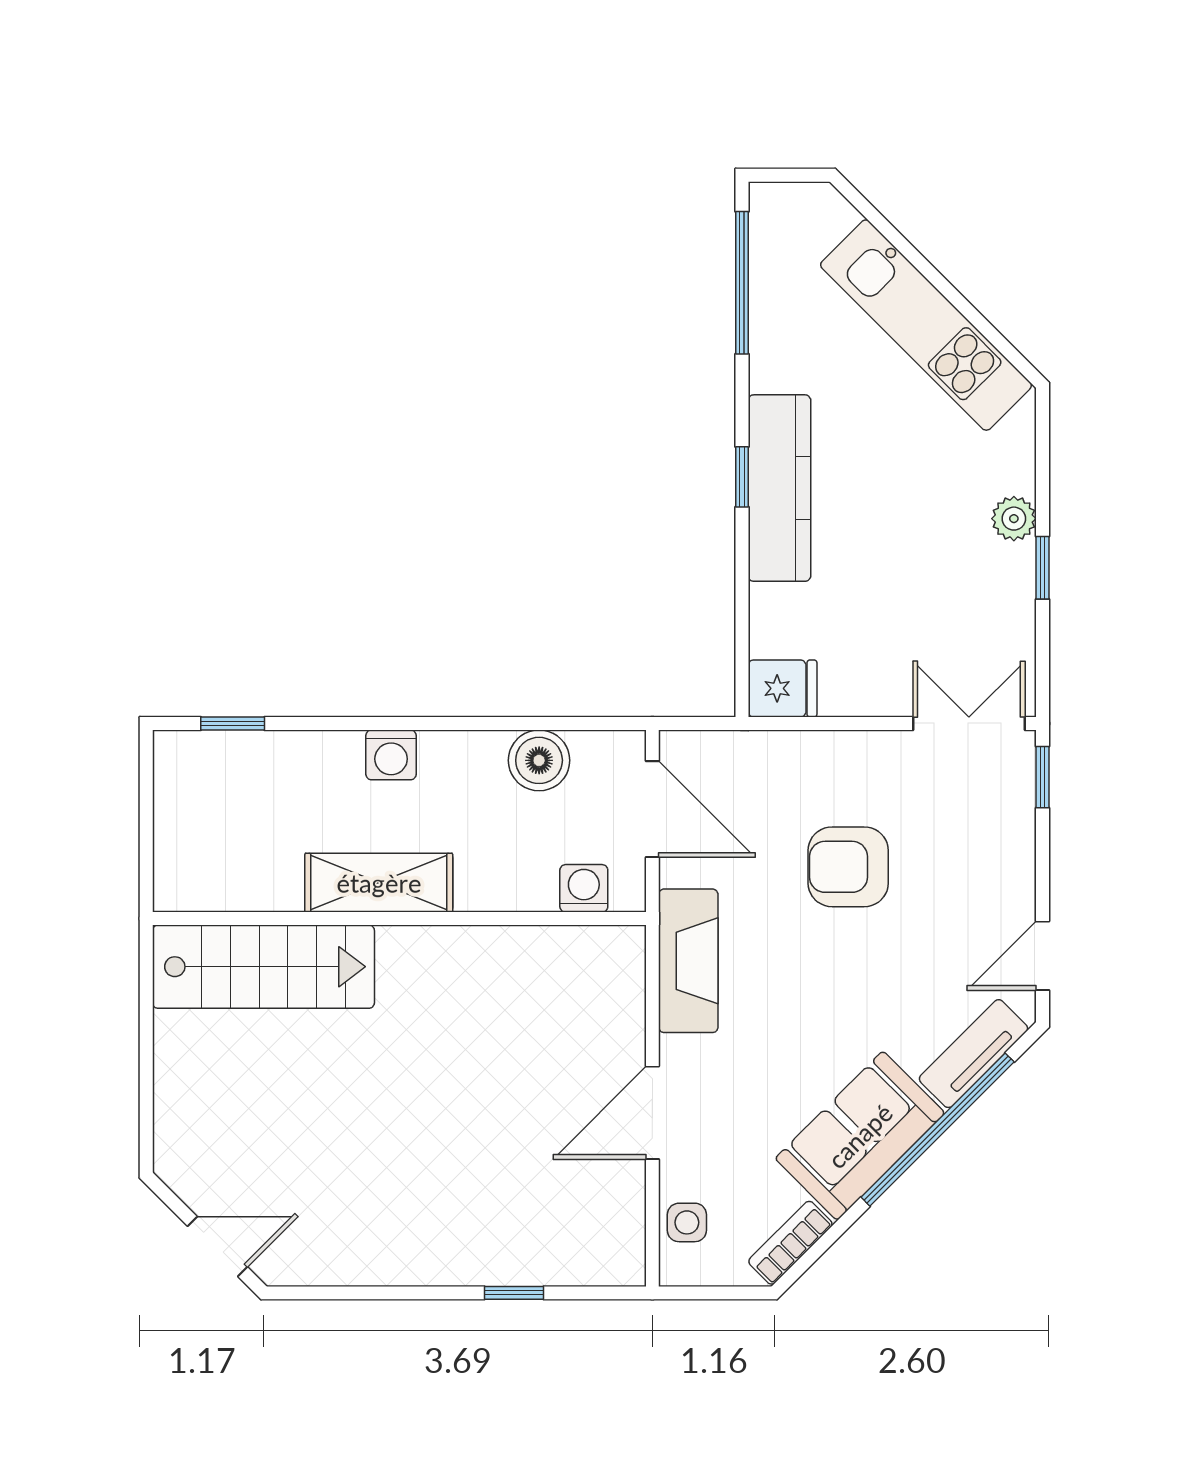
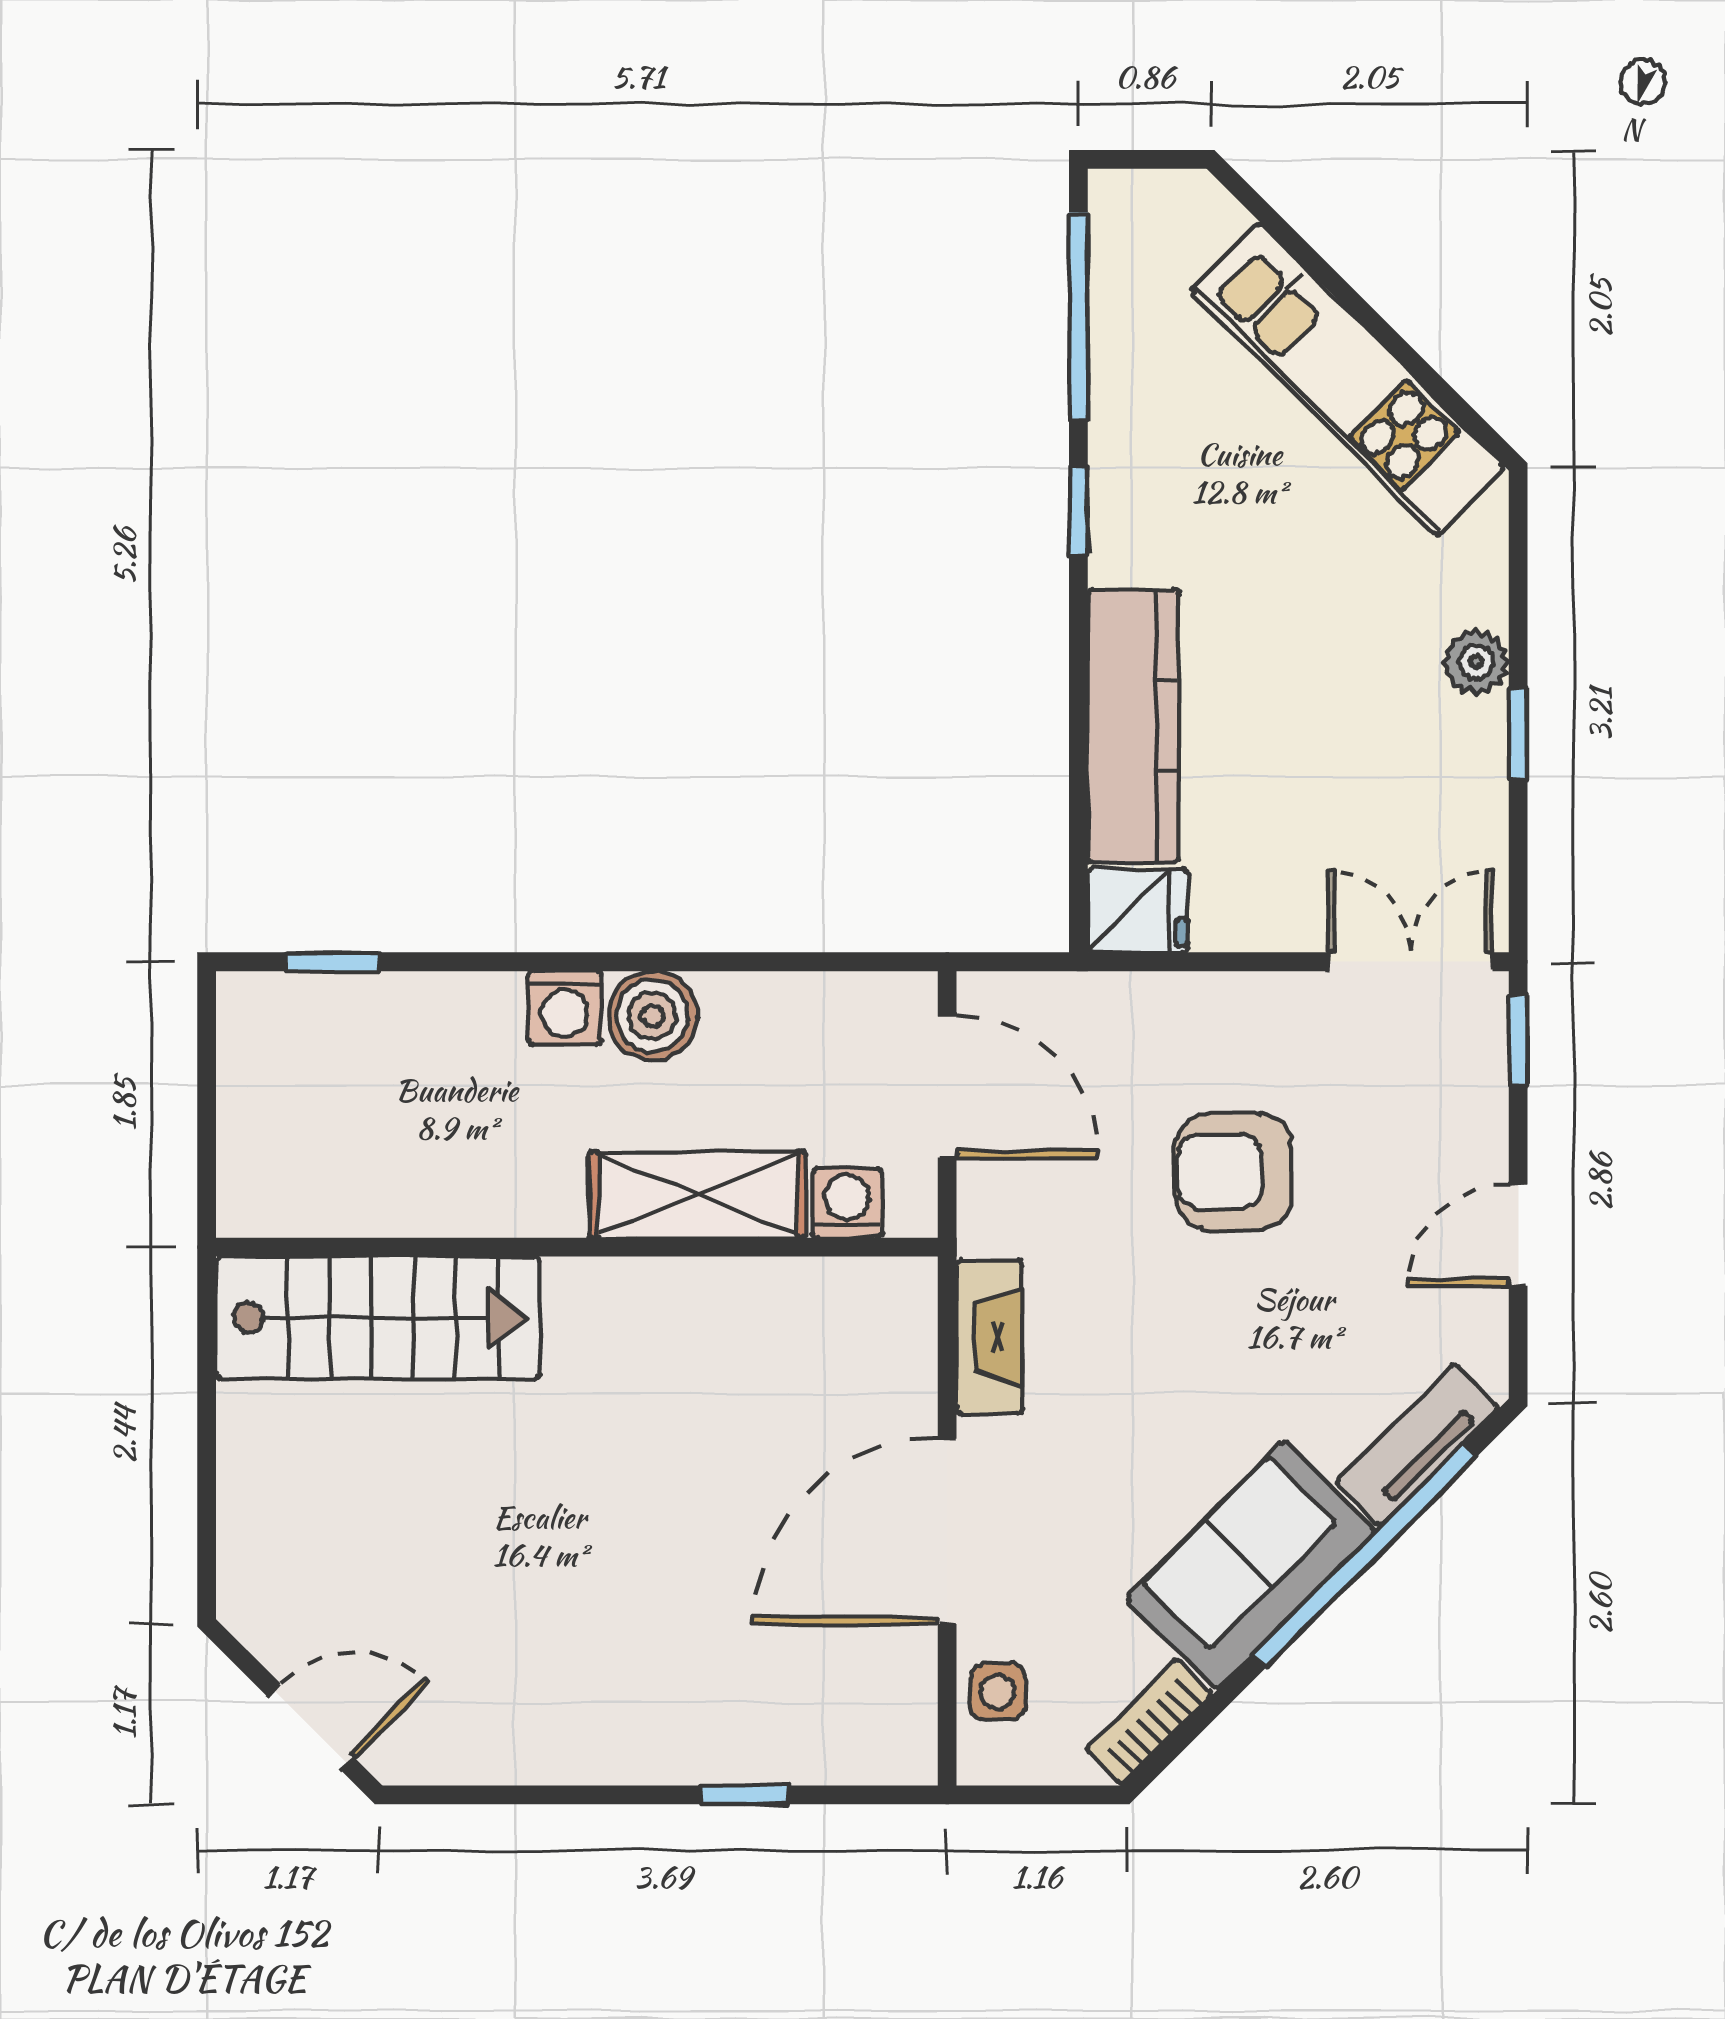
window: (742, 477) -> (1078, 510), moved
kitchen counter: (779, 488) -> (1133, 726), moved
boiler: (539, 760) -> (652, 1016), moved
shelving: (379, 883) -> (698, 1195), moved
door: (1042, 956) -> (1518, 1235), moved
fireplace: (688, 961) -> (989, 1337), width x0.73, depth x0.76
door: (652, 1113) -> (947, 1531), width x1.36

